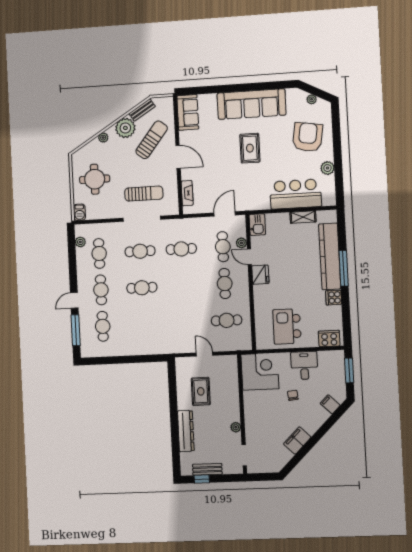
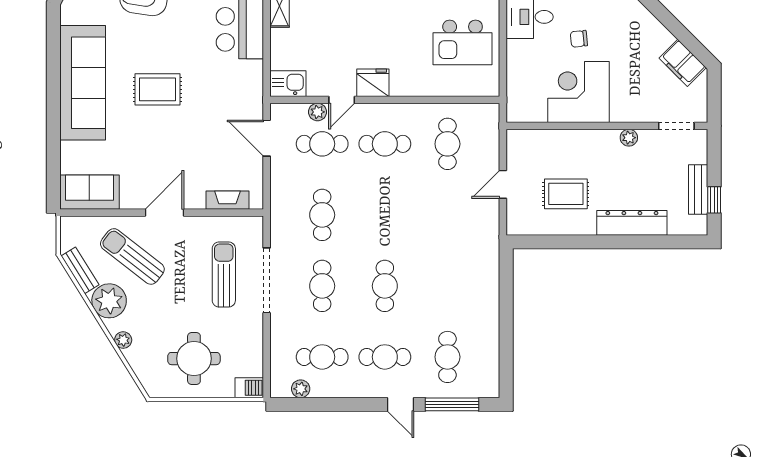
cafe table: (103, 326) -> (447, 357), turned 90
corner desk: (260, 372) -> (579, 92), moved
filing cabinet: (297, 441) -> (683, 63), moved

